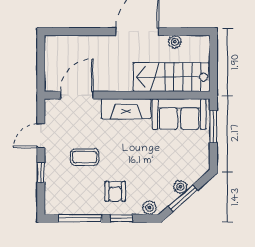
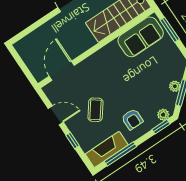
fireplace: (126, 109) -> (107, 149), moved, turned 180
door: (41, 136) -> (56, 115), swing flipped
coffee table: (85, 157) -> (95, 110), turned -53
window: (122, 218) -> (161, 127), moved

